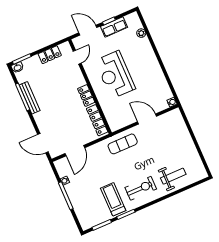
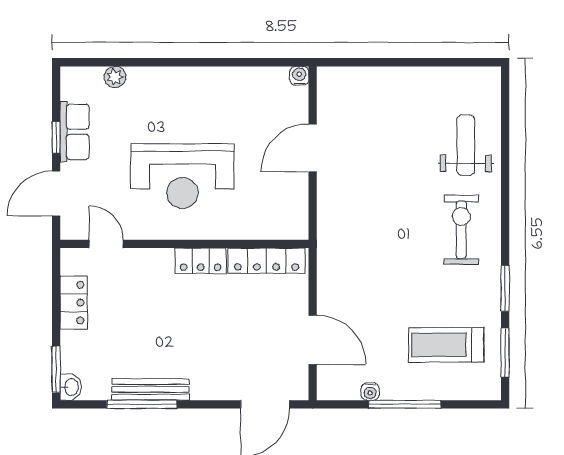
exercise mat: (123, 144) -> (344, 227), removed
treadmill: (113, 199) -> (446, 345), moved

